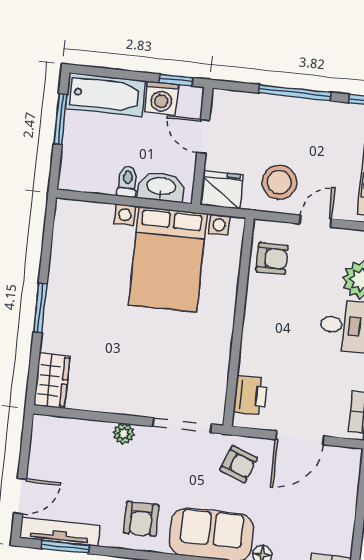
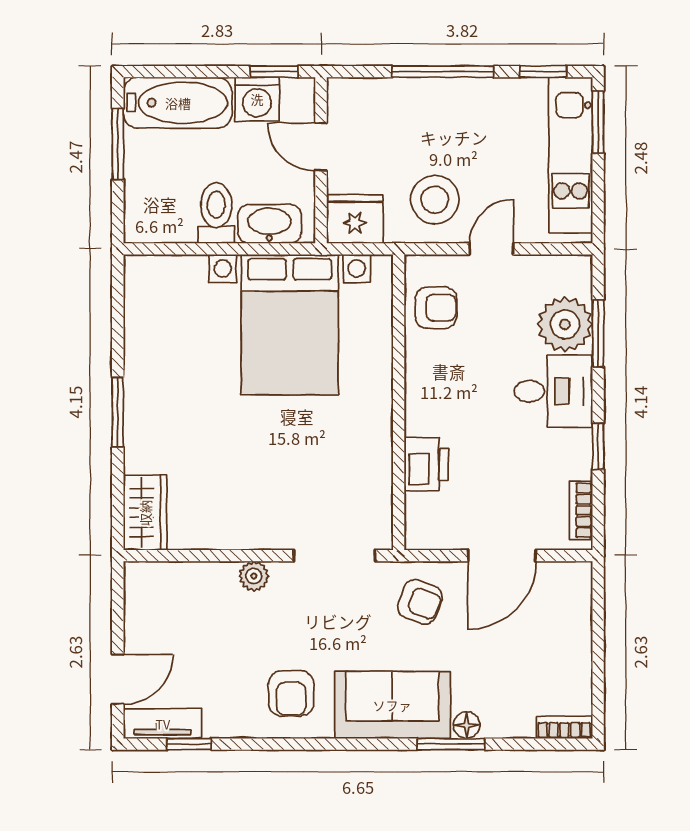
toilet: (127, 182) -> (216, 213), width x1.37, depth x1.39
printer: (250, 395) -> (426, 464), moved
tv unit: (60, 532) -> (163, 724), width x0.71
window: (65, 547) -> (189, 744), width x0.67

